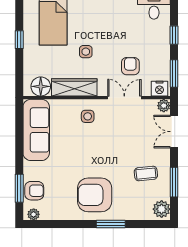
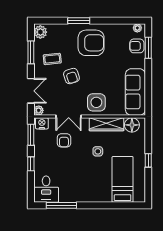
side table: (88, 116) -> (96, 102), width x1.87, depth x1.87
armchair: (120, 151) -> (71, 76), added

